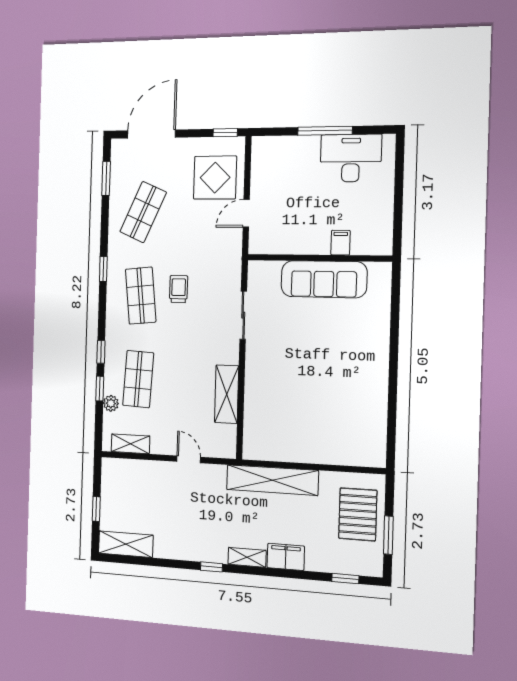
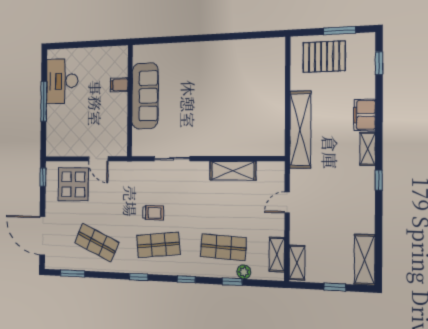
trolley: (179, 289) -> (153, 213), turned 180
window: (101, 352) -> (186, 279), moved
shelving: (122, 467) -> (297, 263), added

